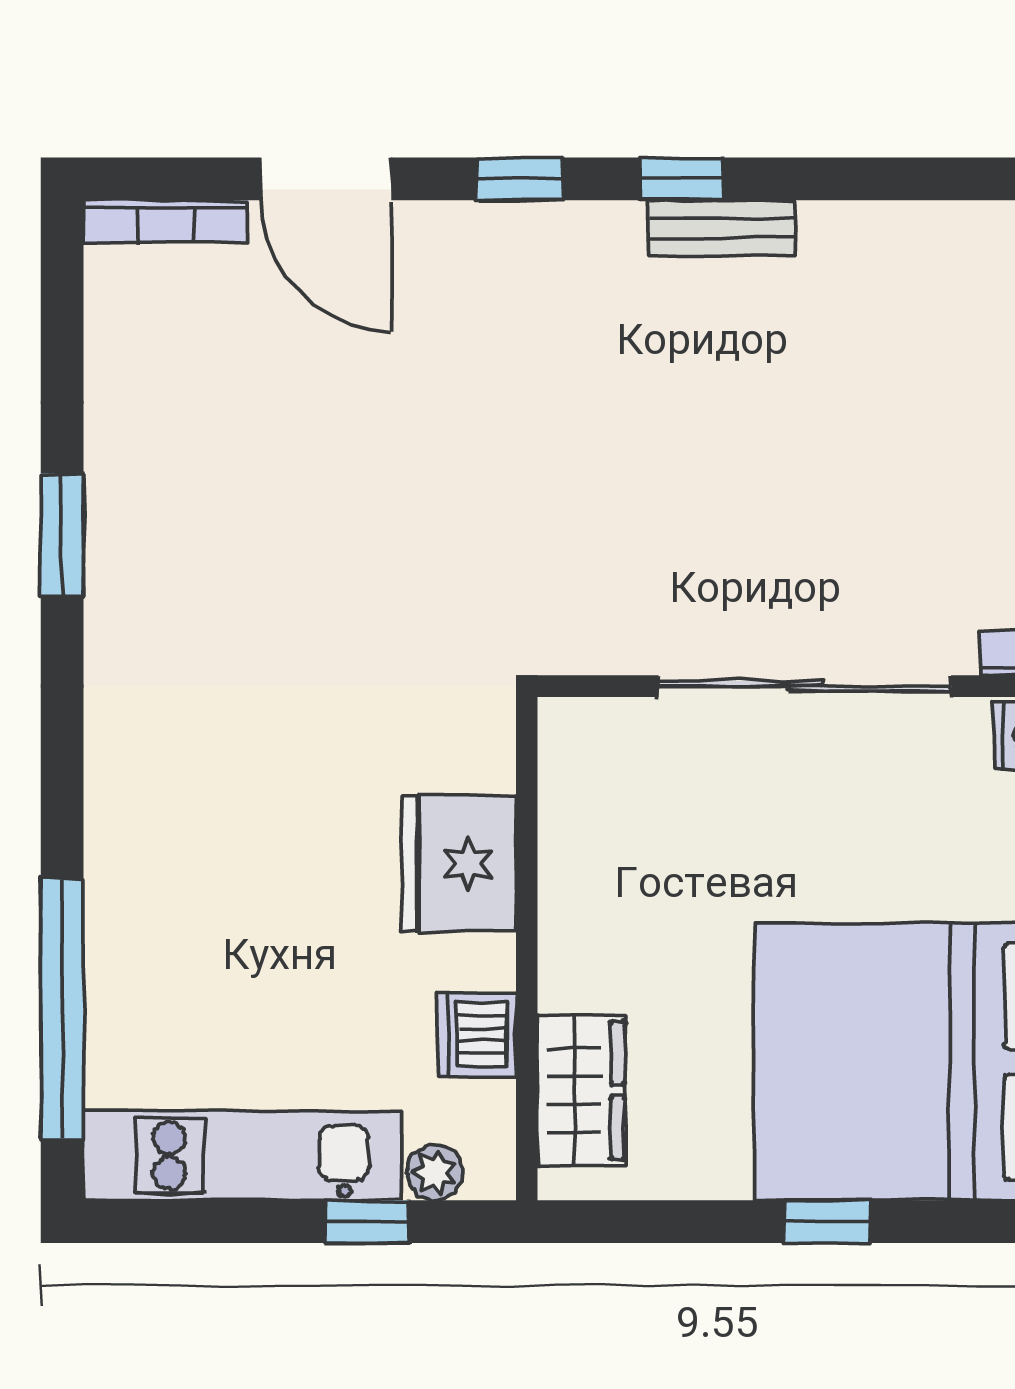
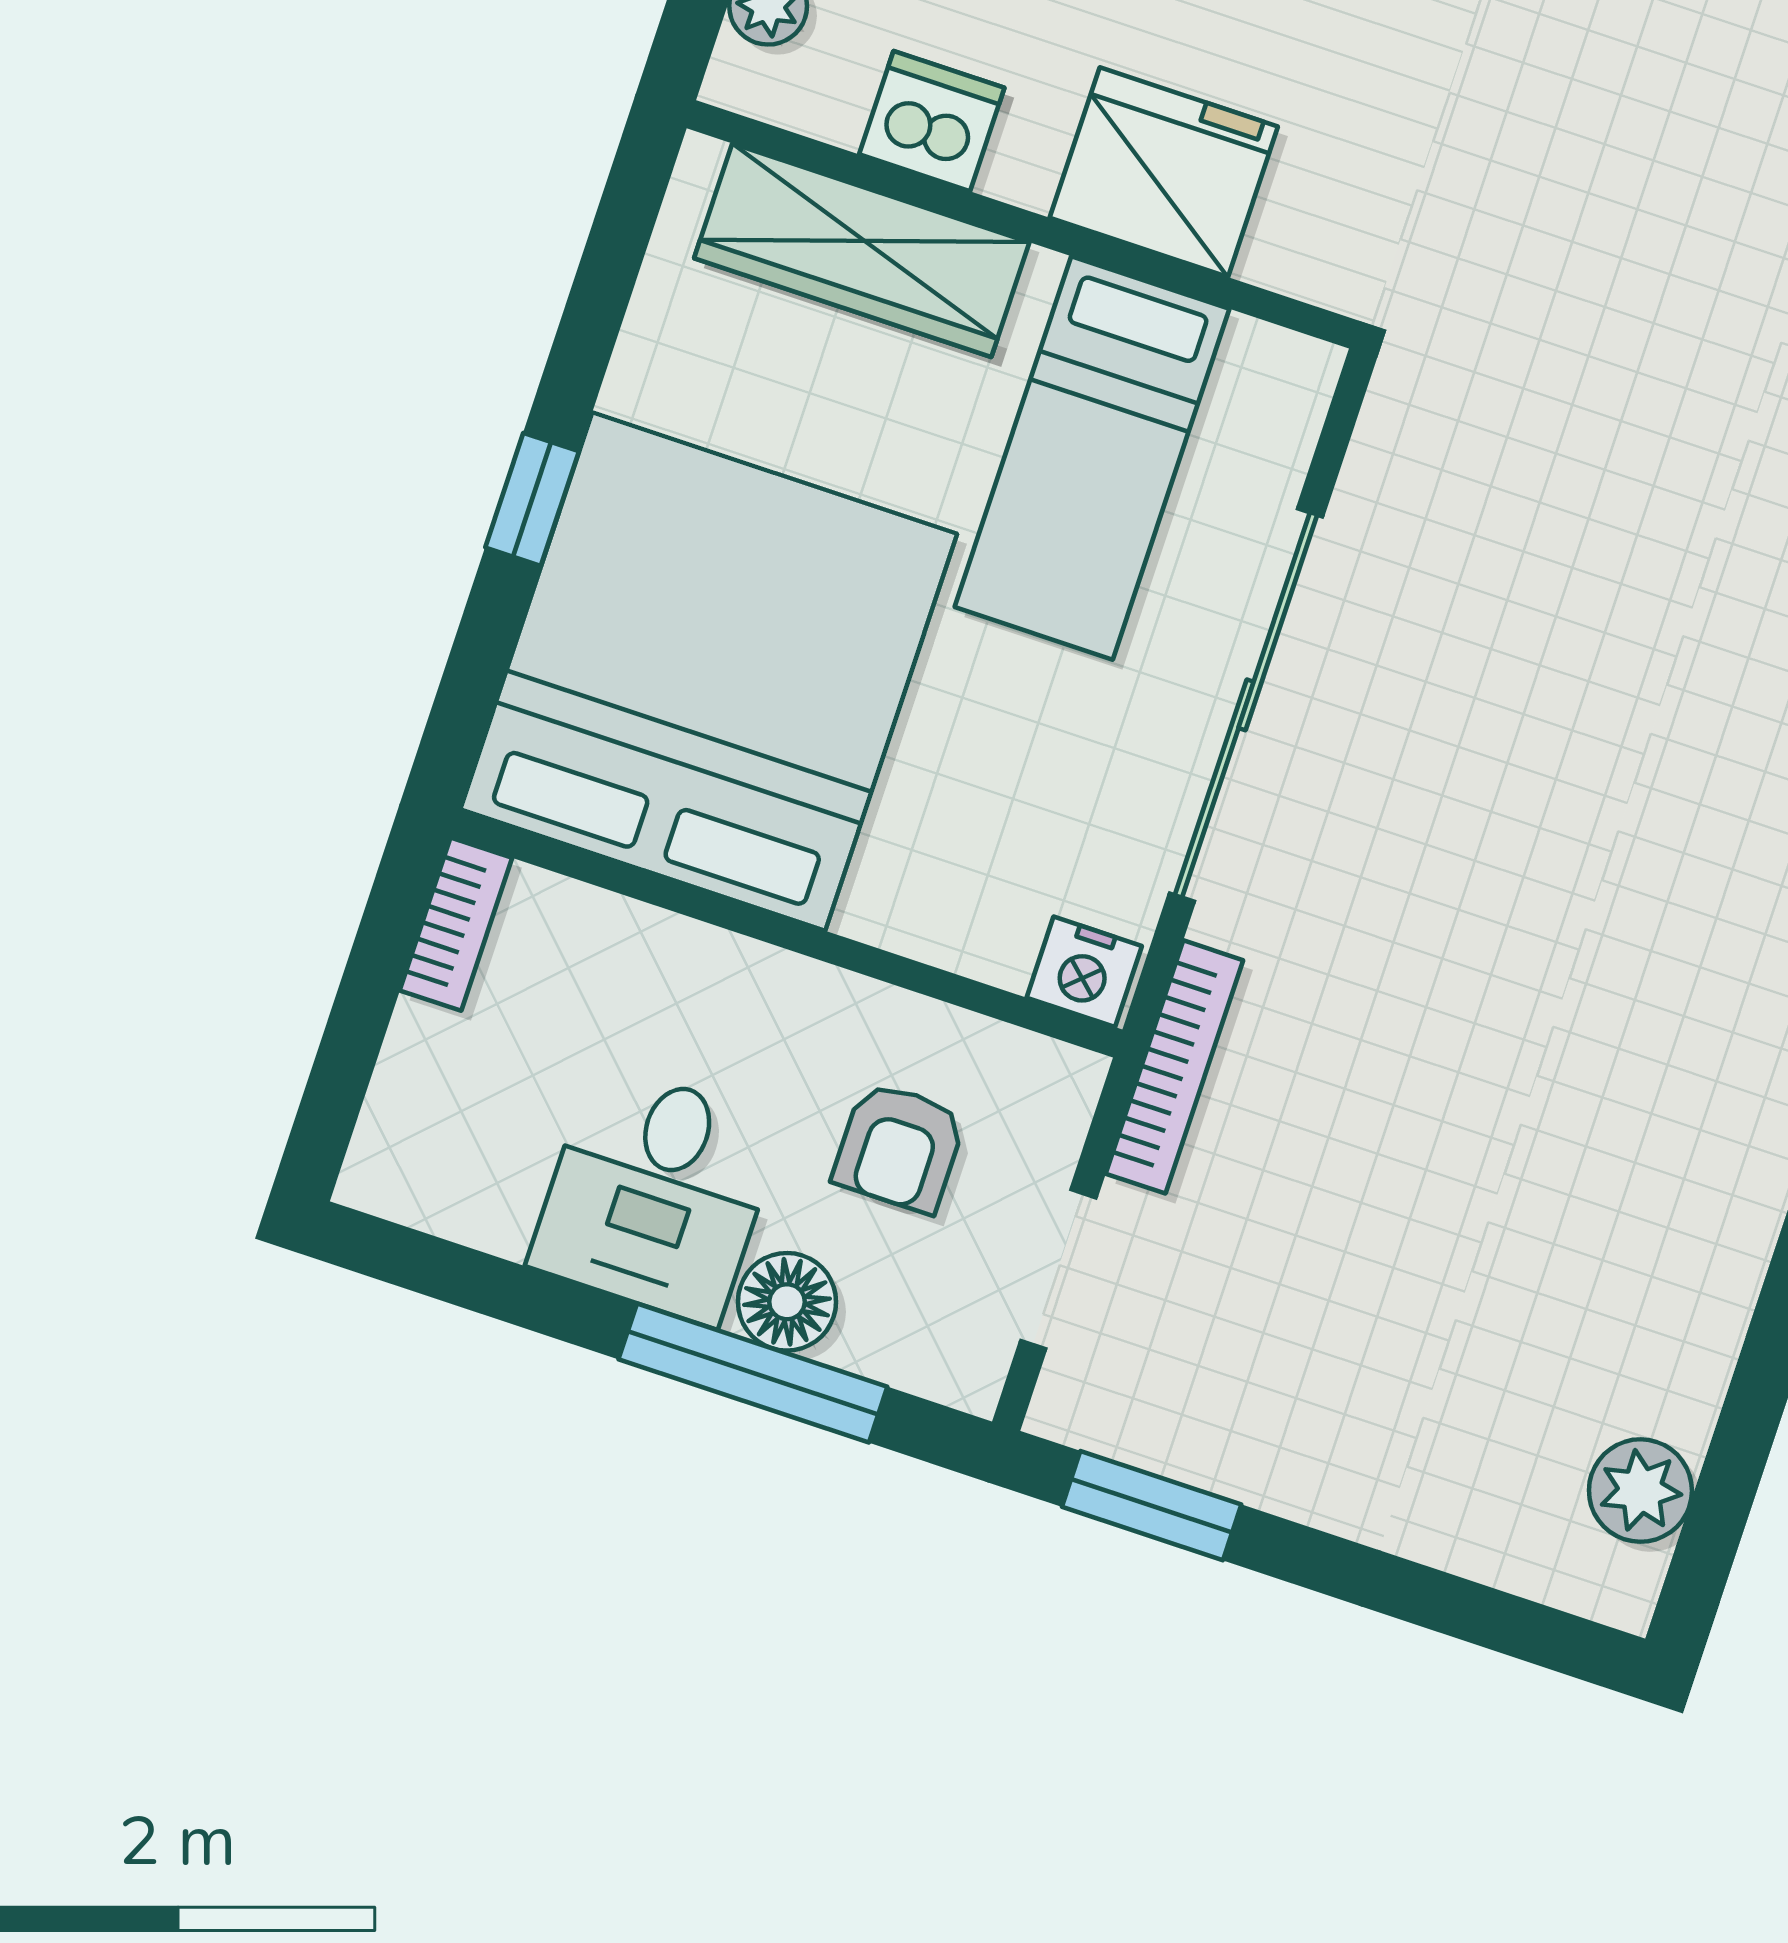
bed: (671, 848) -> (1092, 458), added
wardrobe: (581, 1090) -> (862, 250), width x1.50

